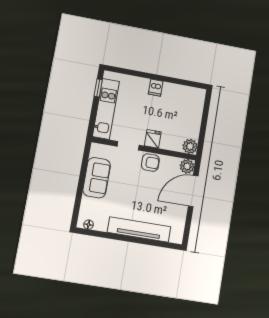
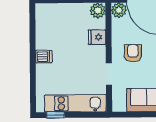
fridge: (153, 139) -> (97, 37), moved
armchair: (150, 163) -> (133, 53), moved

